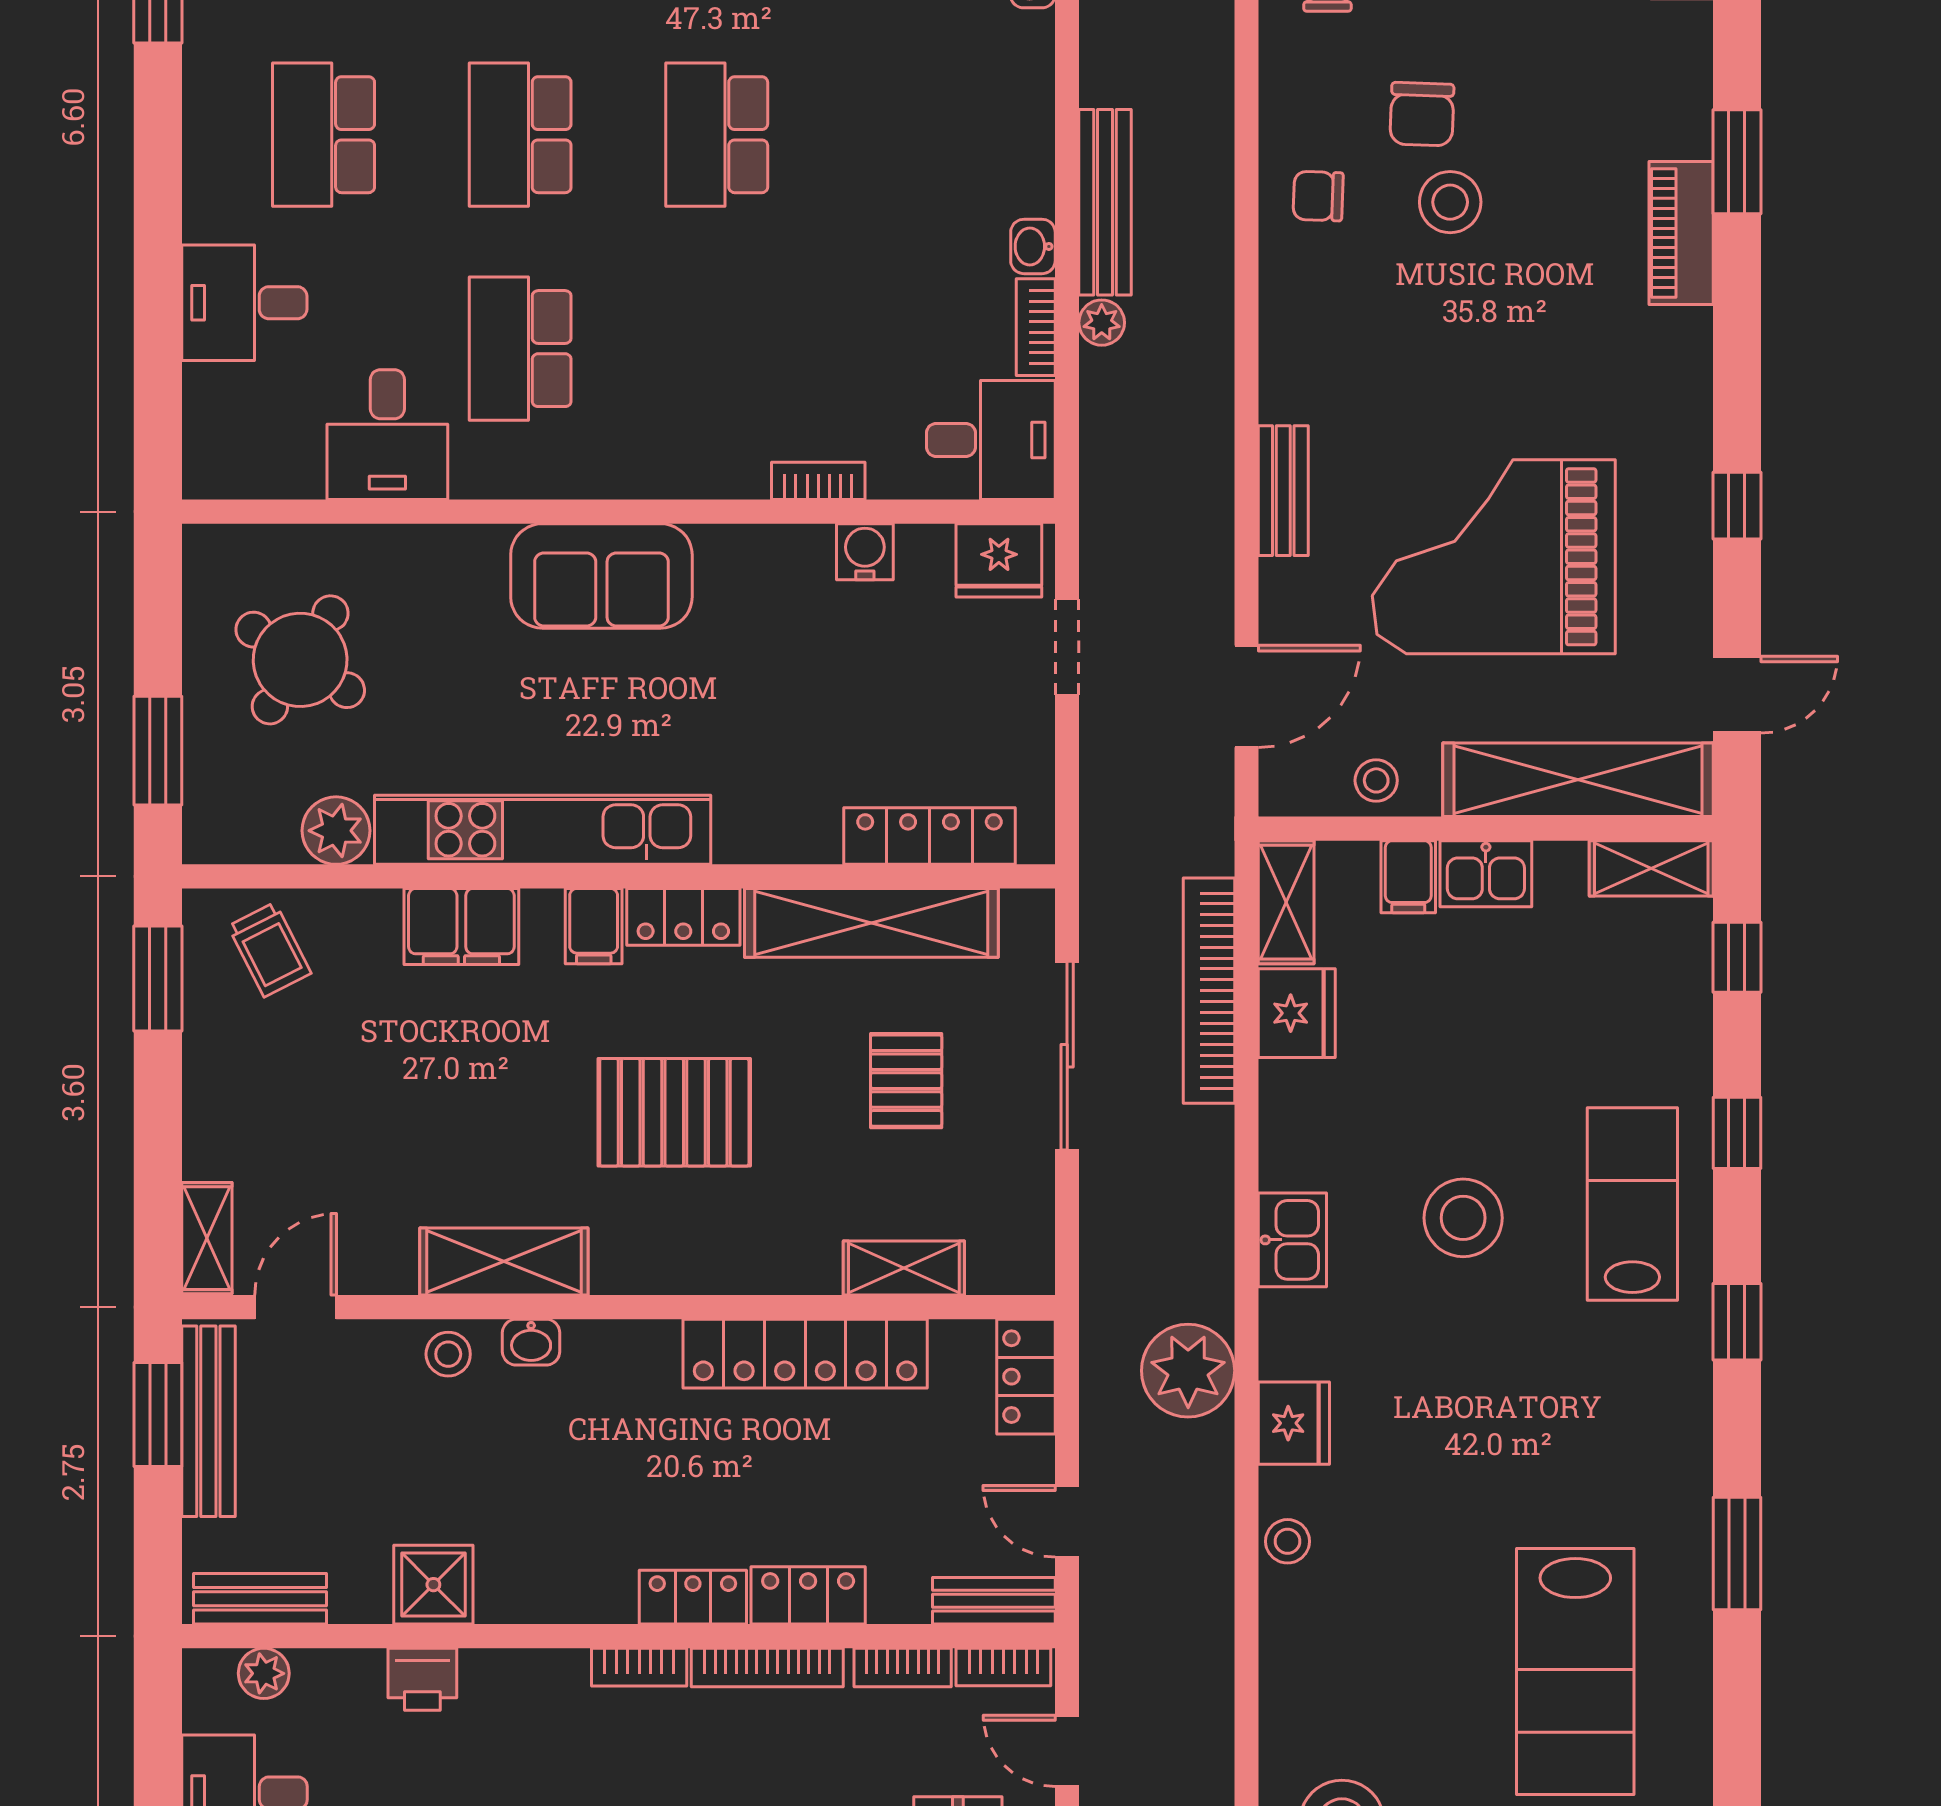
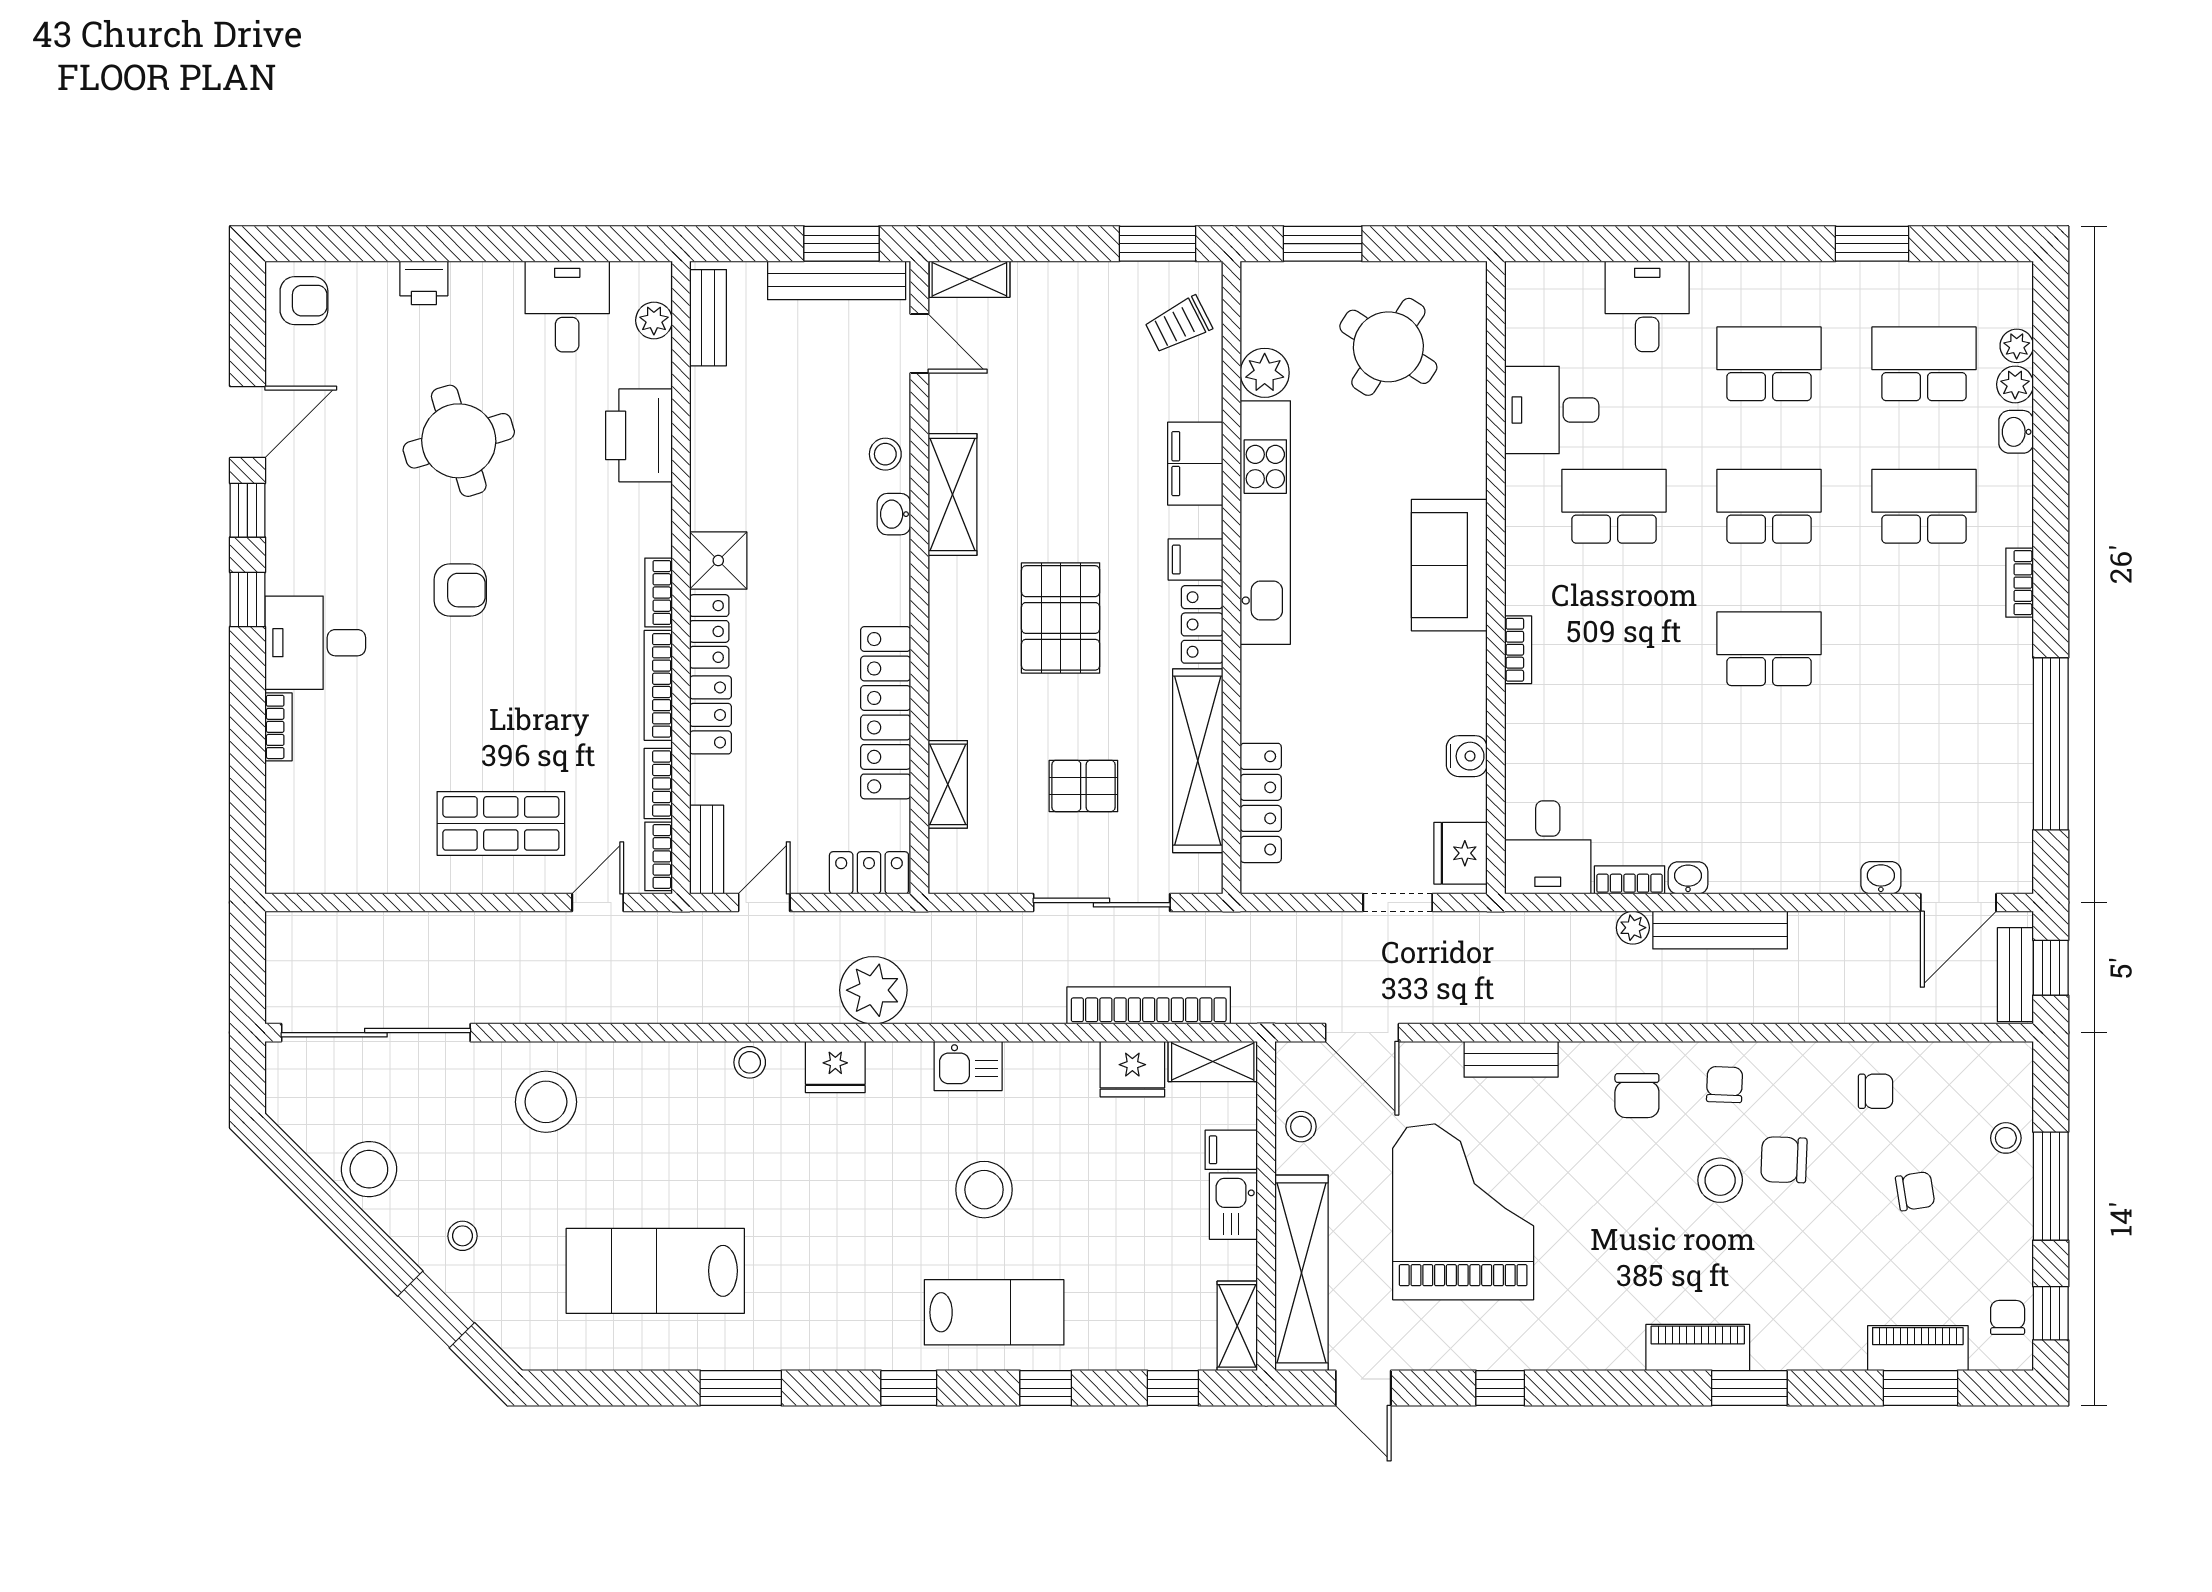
chair: (1333, 317) -> (1637, 1096), added
bookcase: (818, 481) -> (1518, 650), moved
shower: (433, 1585) -> (718, 561), moved
printer: (422, 1679) -> (639, 435), width x1.87, depth x1.48

